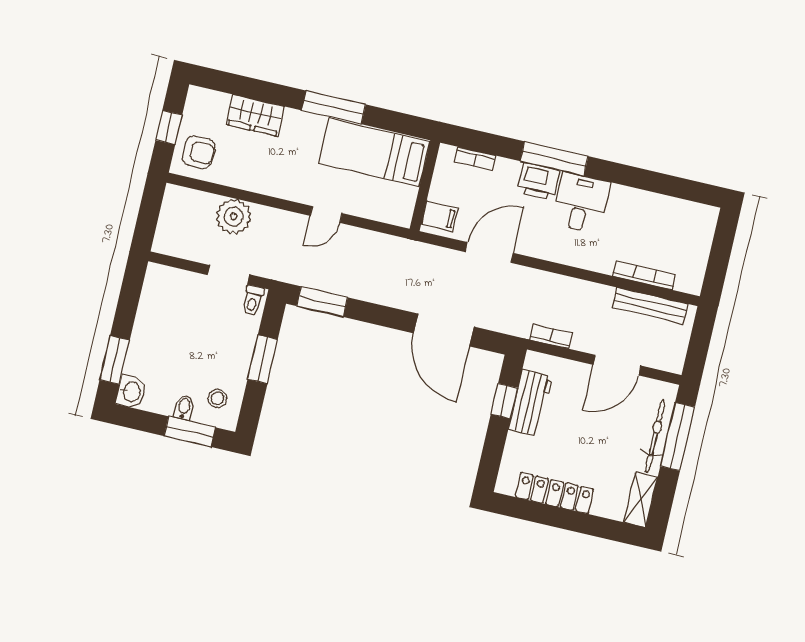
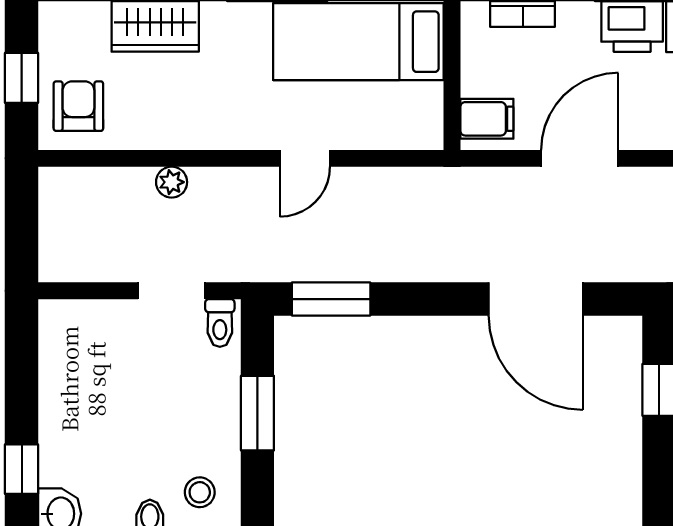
armchair: (199, 152) -> (78, 106), turned -90
plant: (234, 216) -> (172, 182), width x0.53, depth x0.53
window: (115, 360) -> (22, 469), width x0.67

